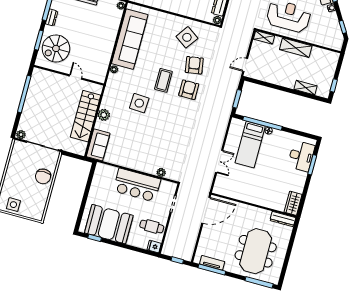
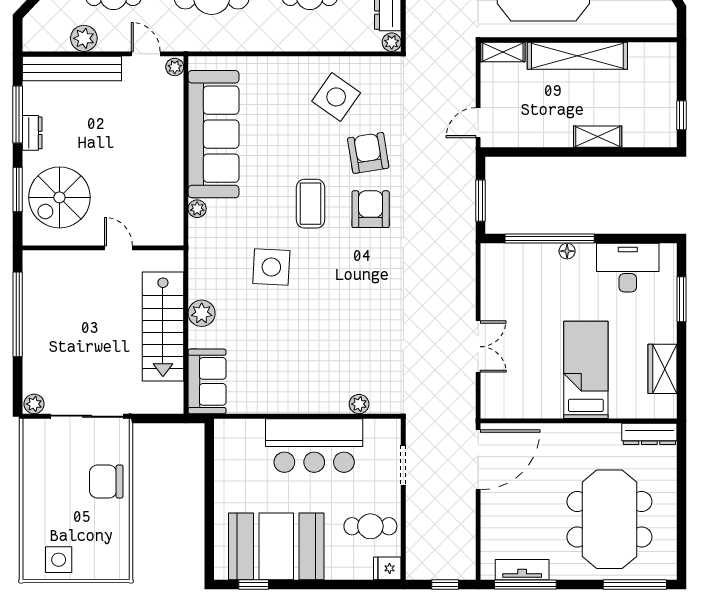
shelving: (296, 48) -> (577, 56), width x1.47
shelving: (305, 88) -> (598, 137), moved
bed: (250, 145) -> (586, 370), moved, turned 180
desk: (301, 156) -> (628, 268), moved, turned -90
chair: (43, 176) -> (106, 482), turned 90
wardrobe: (293, 203) -> (662, 369), moved

